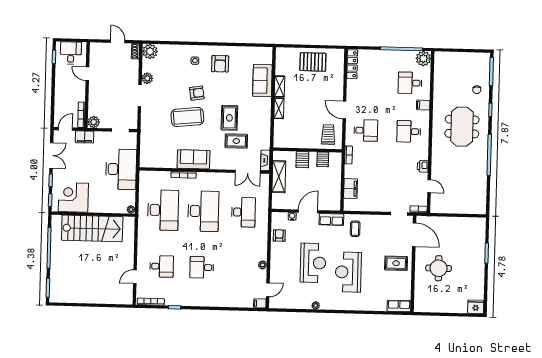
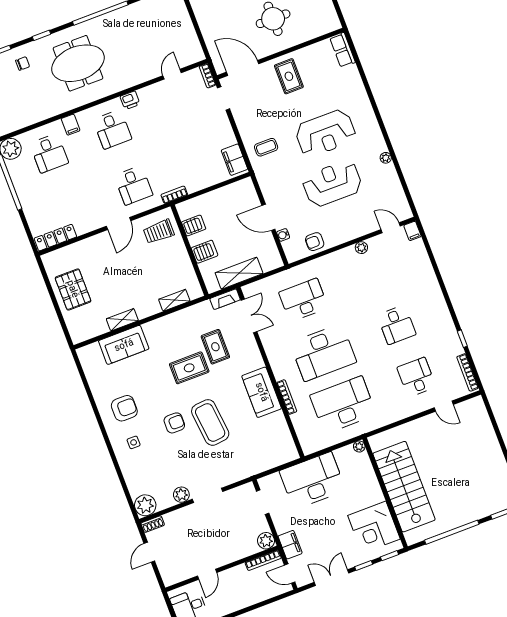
armchair: (197, 93) -> (174, 423), turned 99
shelving: (279, 108) -> (174, 300), moved
desk: (366, 130) -> (134, 185), turned 180
printer: (423, 166) -> (130, 100), moved
filing cabinet: (351, 189) -> (234, 160), moved, turned -90
desk: (203, 211) -> (323, 352), turned 180
row of seats: (331, 219) -> (266, 183), removed
door: (414, 235) -> (243, 68), hinge flipped

